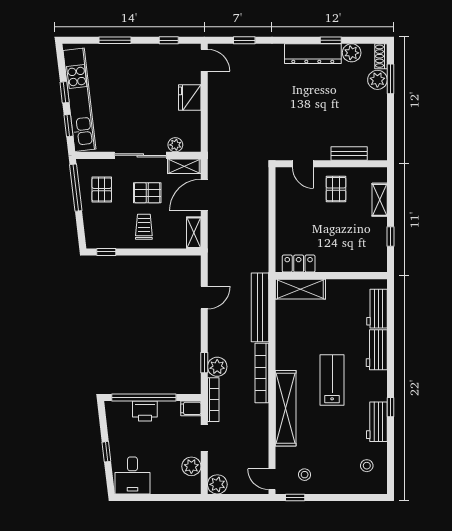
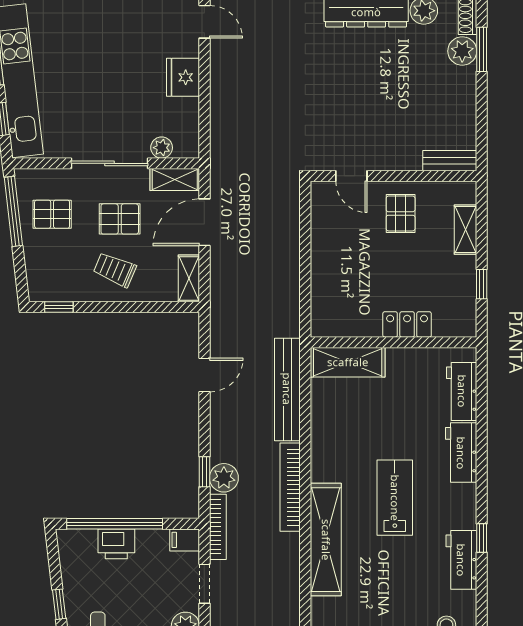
bench: (349, 154) -> (450, 161), moved
pallet: (102, 190) -> (52, 214), turned 90
trolley: (144, 227) -> (115, 270), turned -67
locker: (299, 264) -> (407, 324), moved

